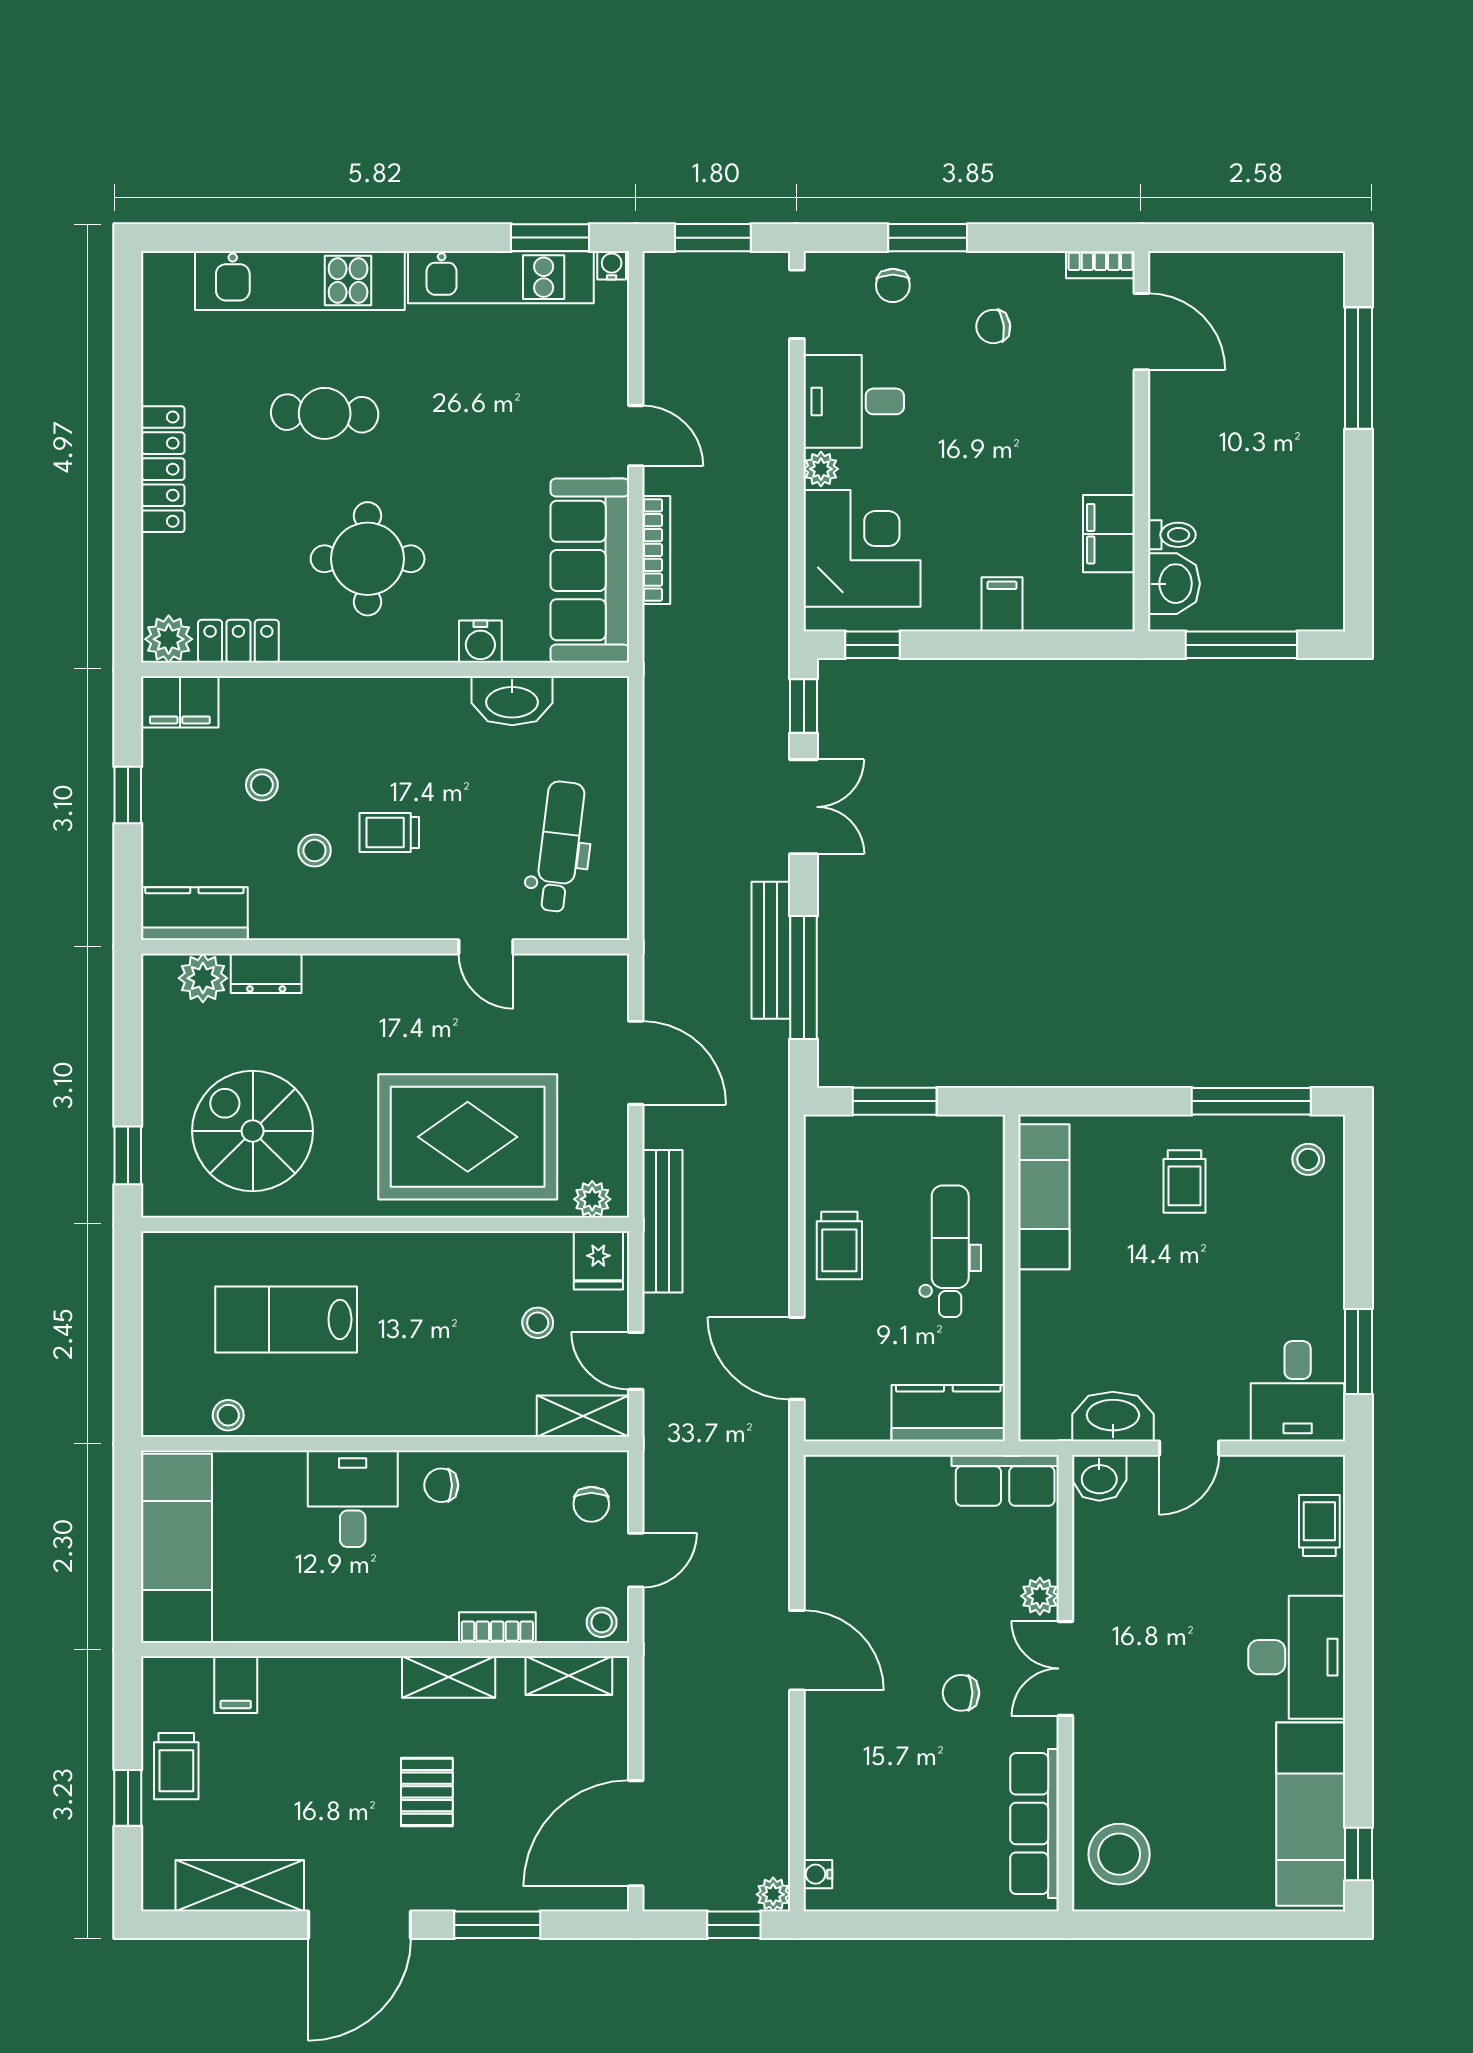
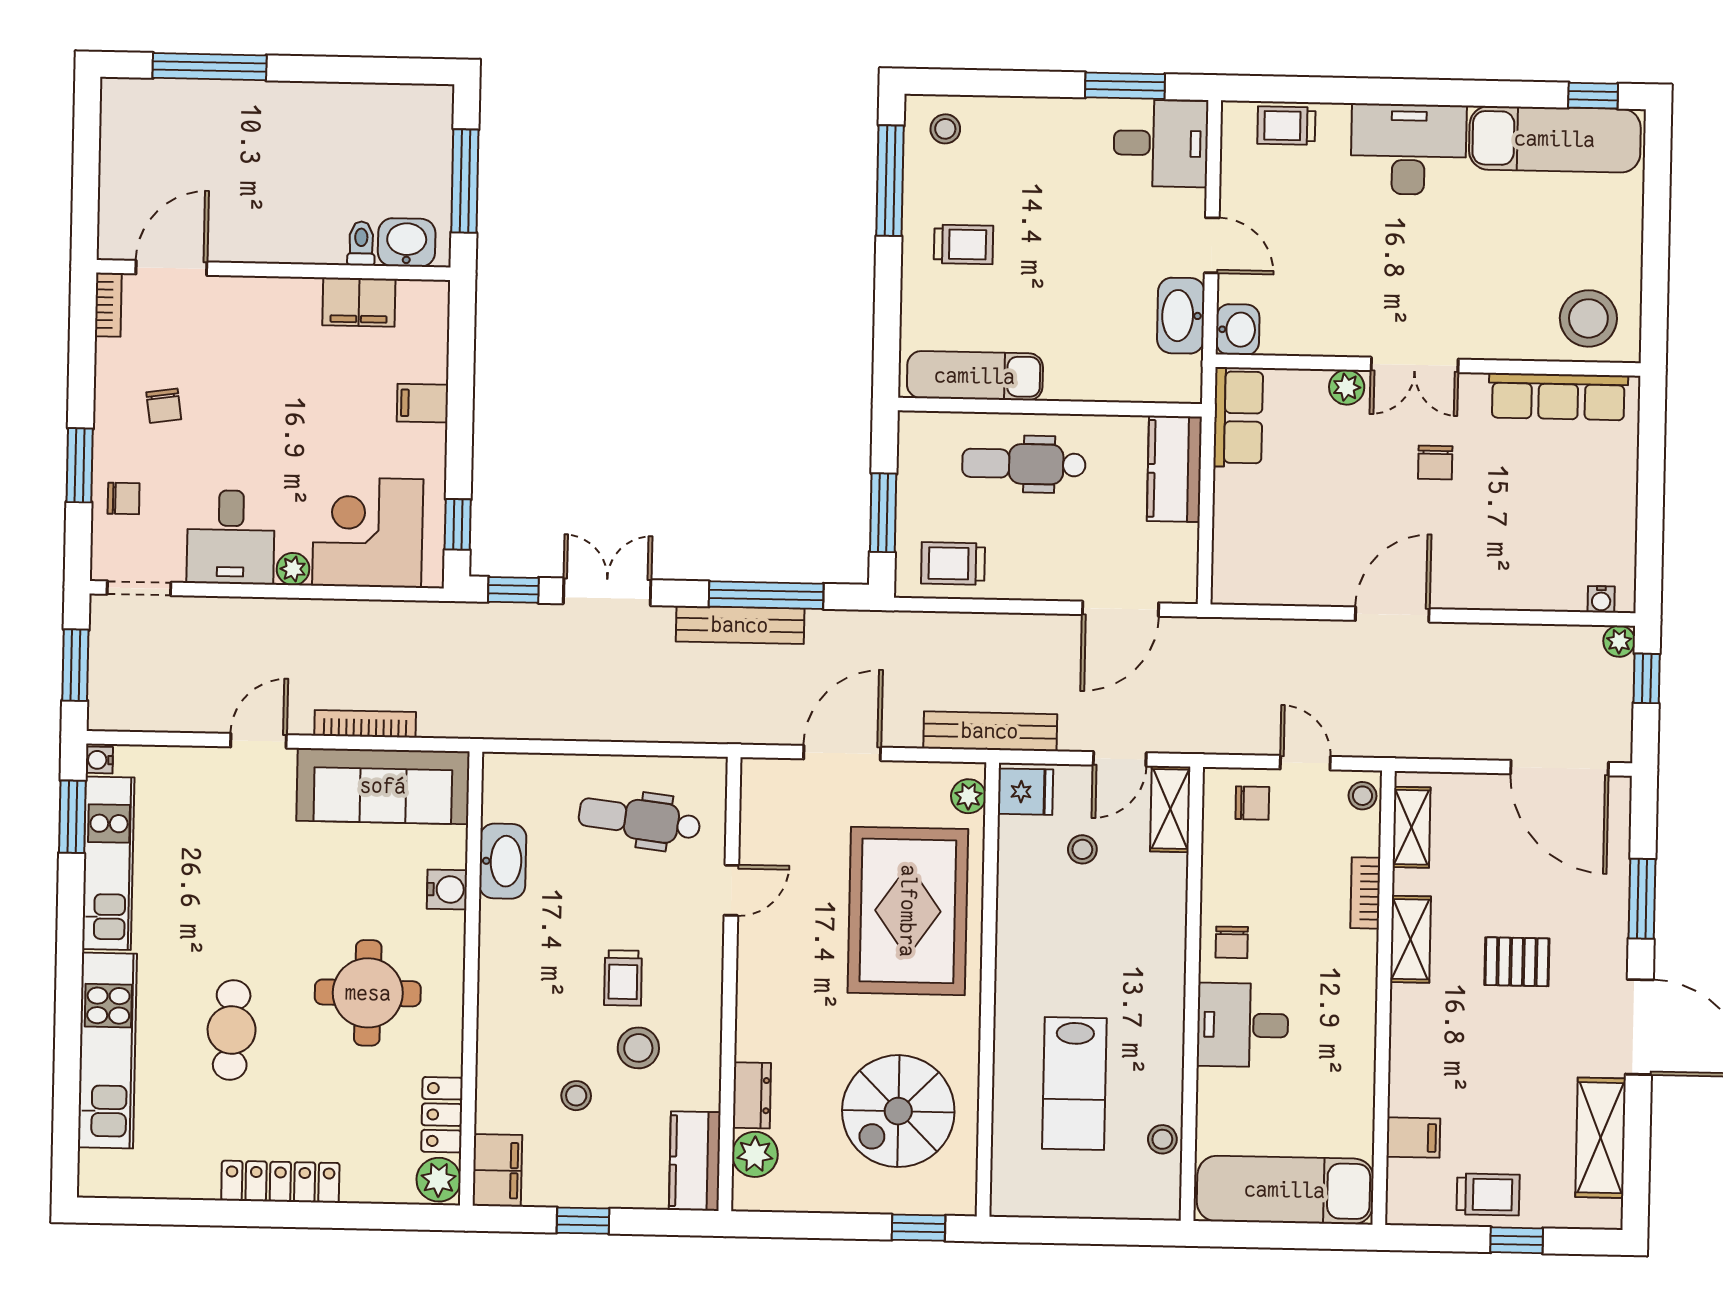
stool: (315, 851) -> (638, 1048), width x1.37, depth x1.37
trolley: (839, 1246) -> (953, 563), moved, turned 180

